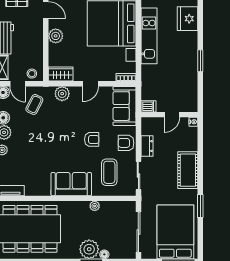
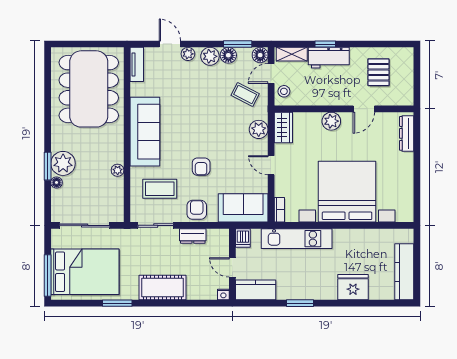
kitchen unit: (149, 36) -> (297, 239), moved
kitchen counter: (190, 96) -> (256, 290), added
sofa: (71, 184) -> (145, 132), width x1.36

